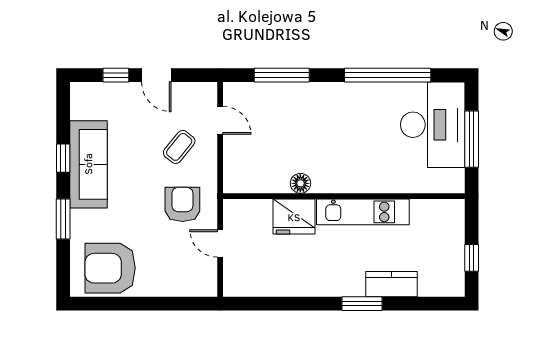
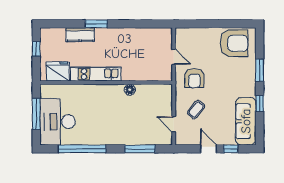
sofa: (88, 164) -> (246, 121), moved
fridge: (294, 217) -> (58, 72), moved

